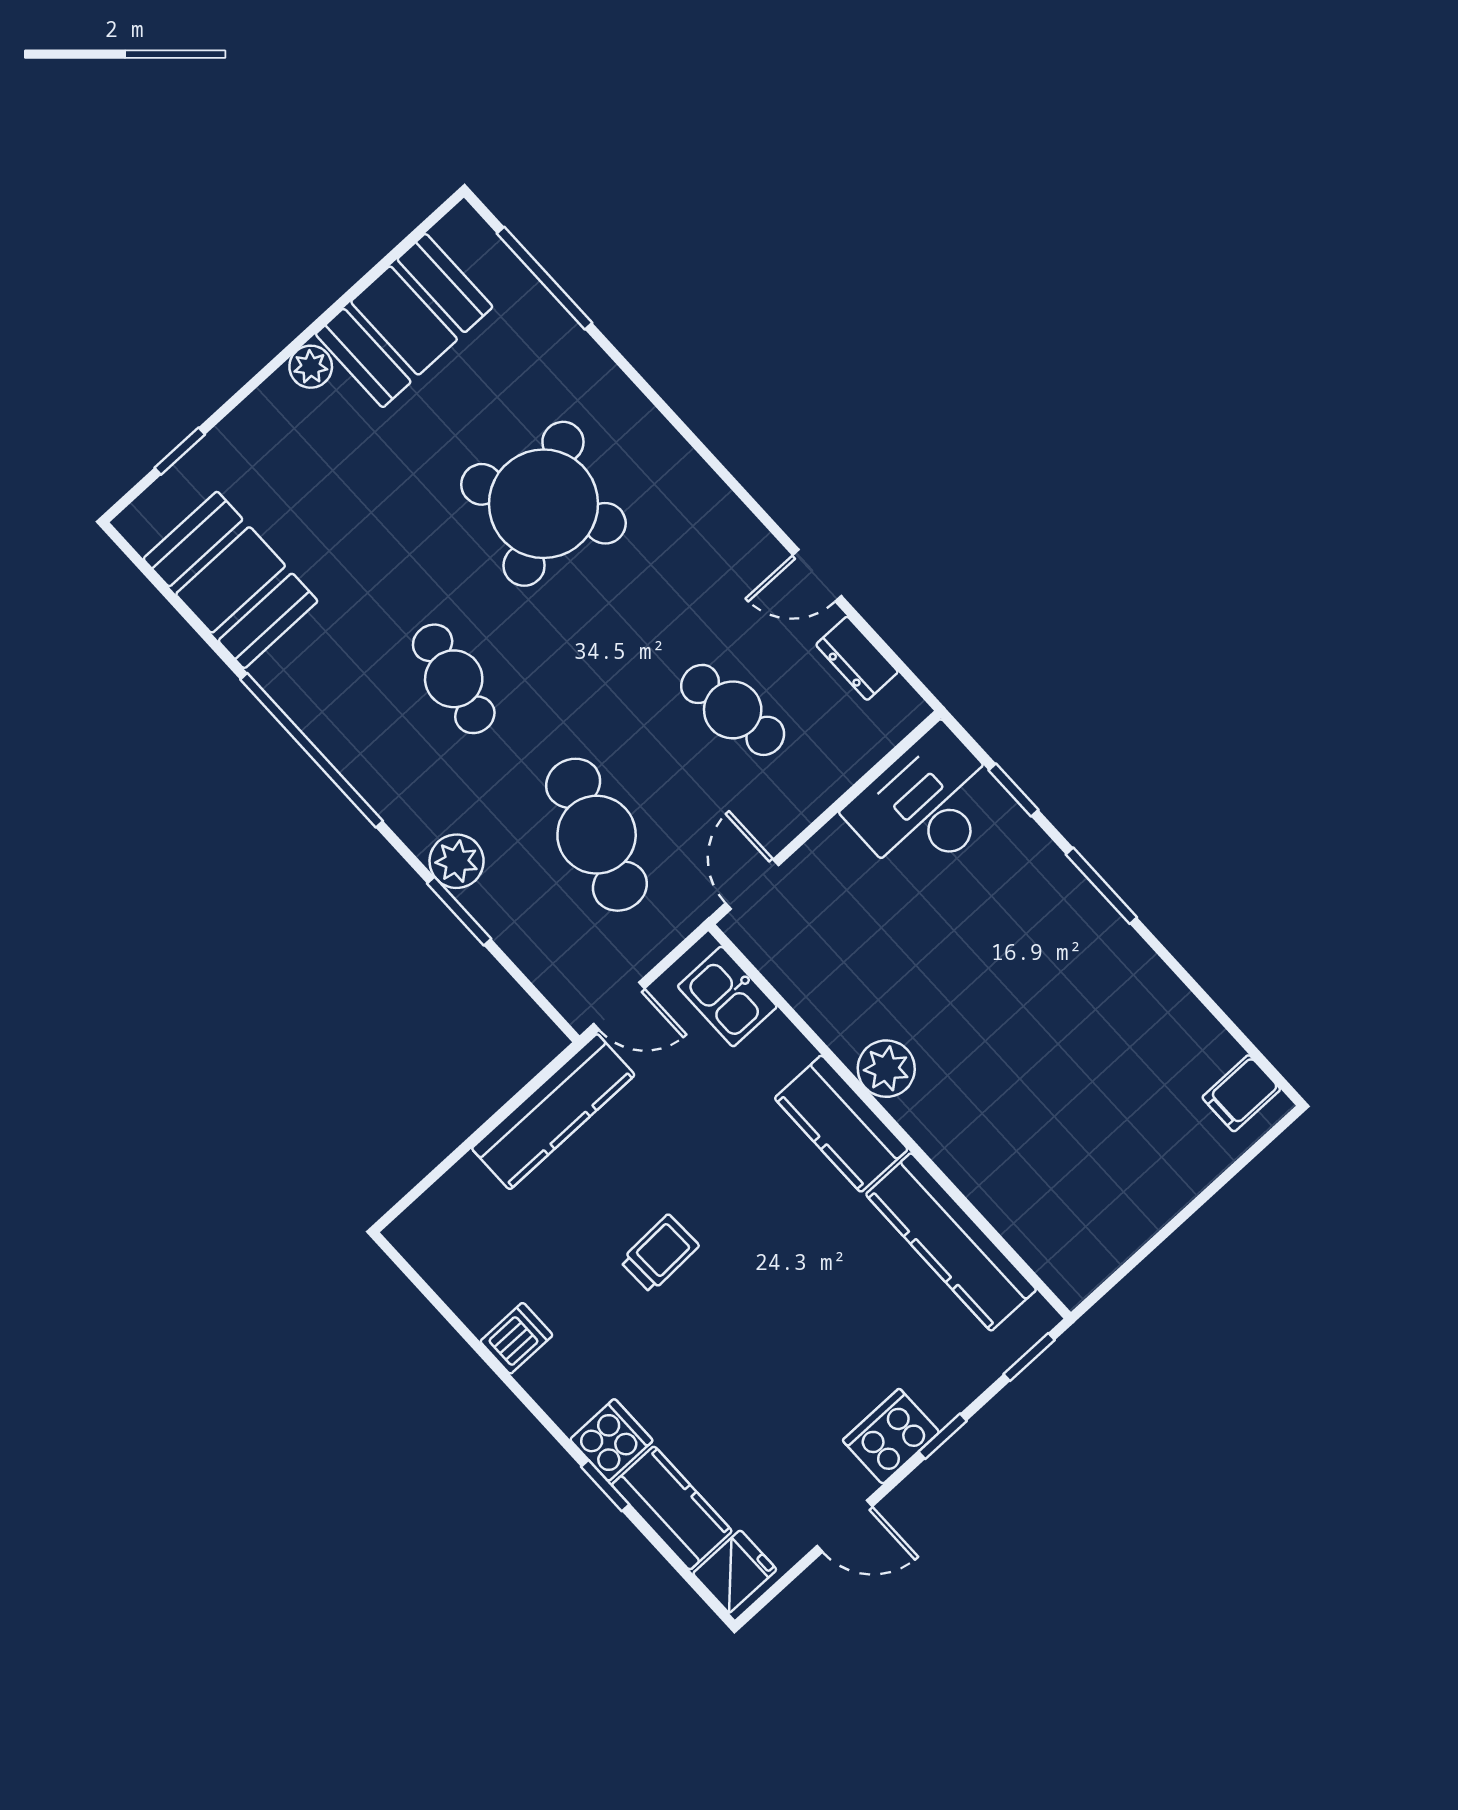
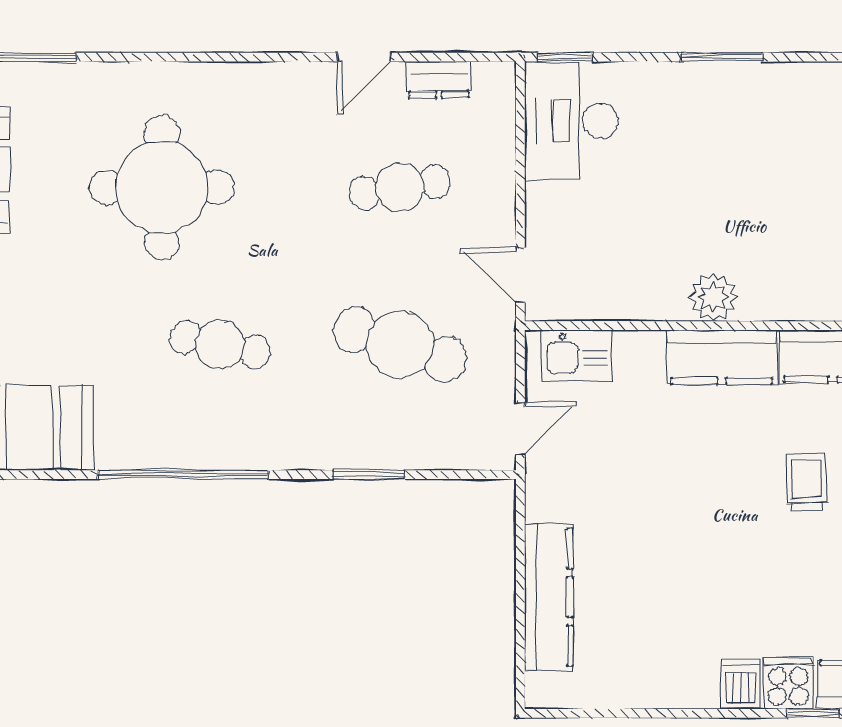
round table: (543, 504) -> (162, 187), turned 30
window: (1014, 790) -> (565, 57), moved
plant: (457, 861) -> (336, 448), removed
kitchen counter: (553, 1112) -> (549, 597), moved
trolley: (660, 1253) -> (807, 482), moved
dishwasher: (516, 1338) -> (741, 684), moved

